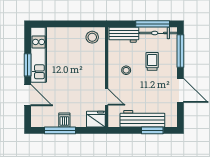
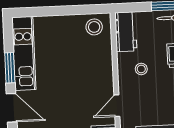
workbench: (124, 35) -> (126, 32), moved, turned -90
door: (107, 97) -> (117, 106), swing flipped

